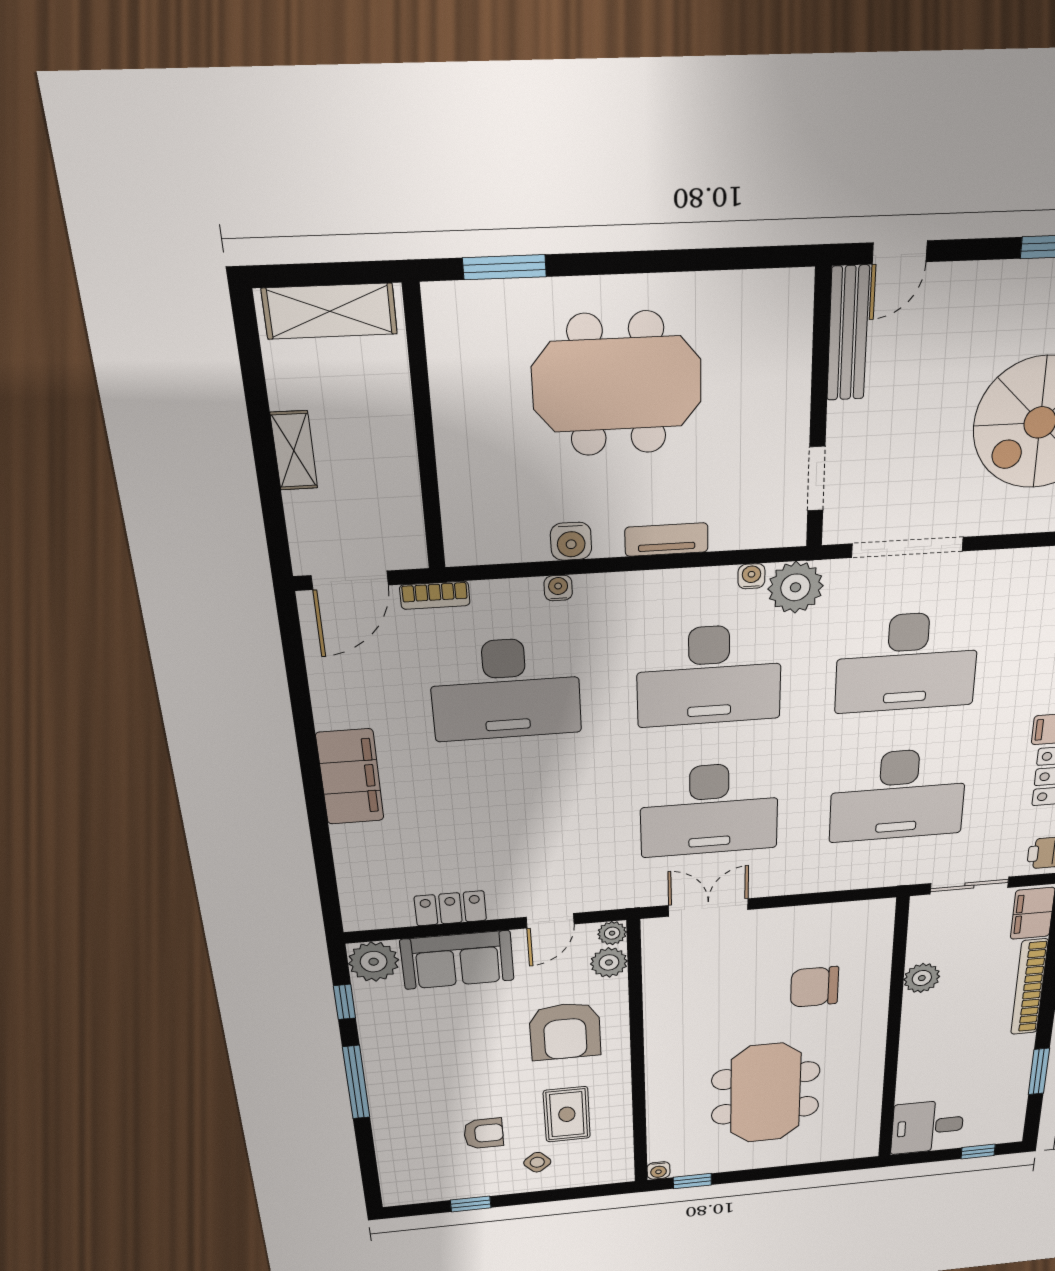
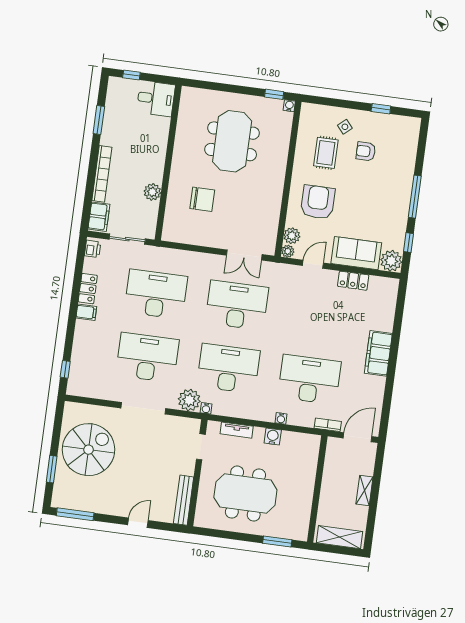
bench: (848, 334) -> (184, 500), moved
wall: (819, 412) -> (197, 473), moved
doorway: (816, 479) -> (201, 447), moved

